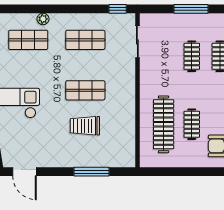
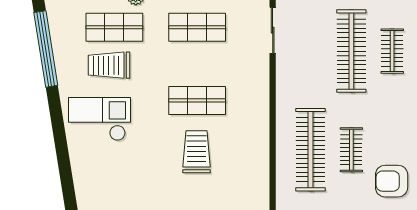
clothes rail: (192, 56) -> (351, 51), width x1.86, depth x1.31
trolley: (25, 66) -> (109, 65), added
trolley: (85, 126) -> (196, 152), turned 90

